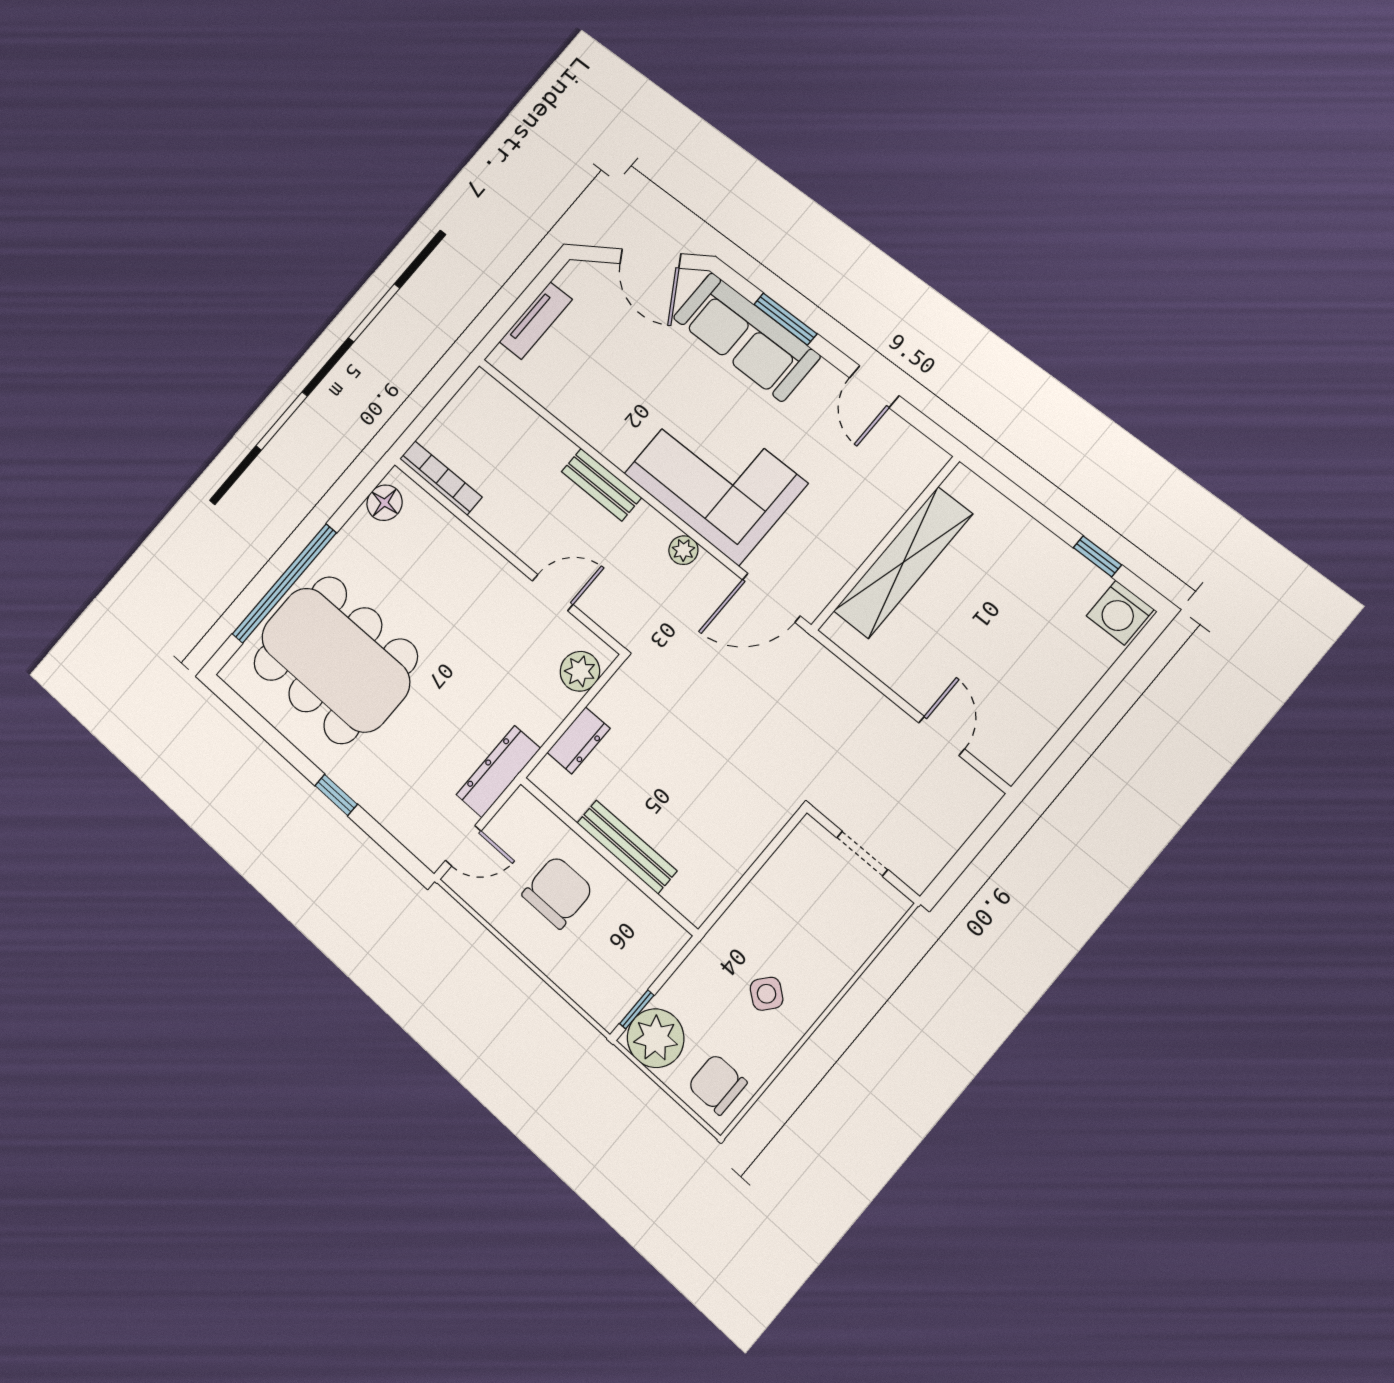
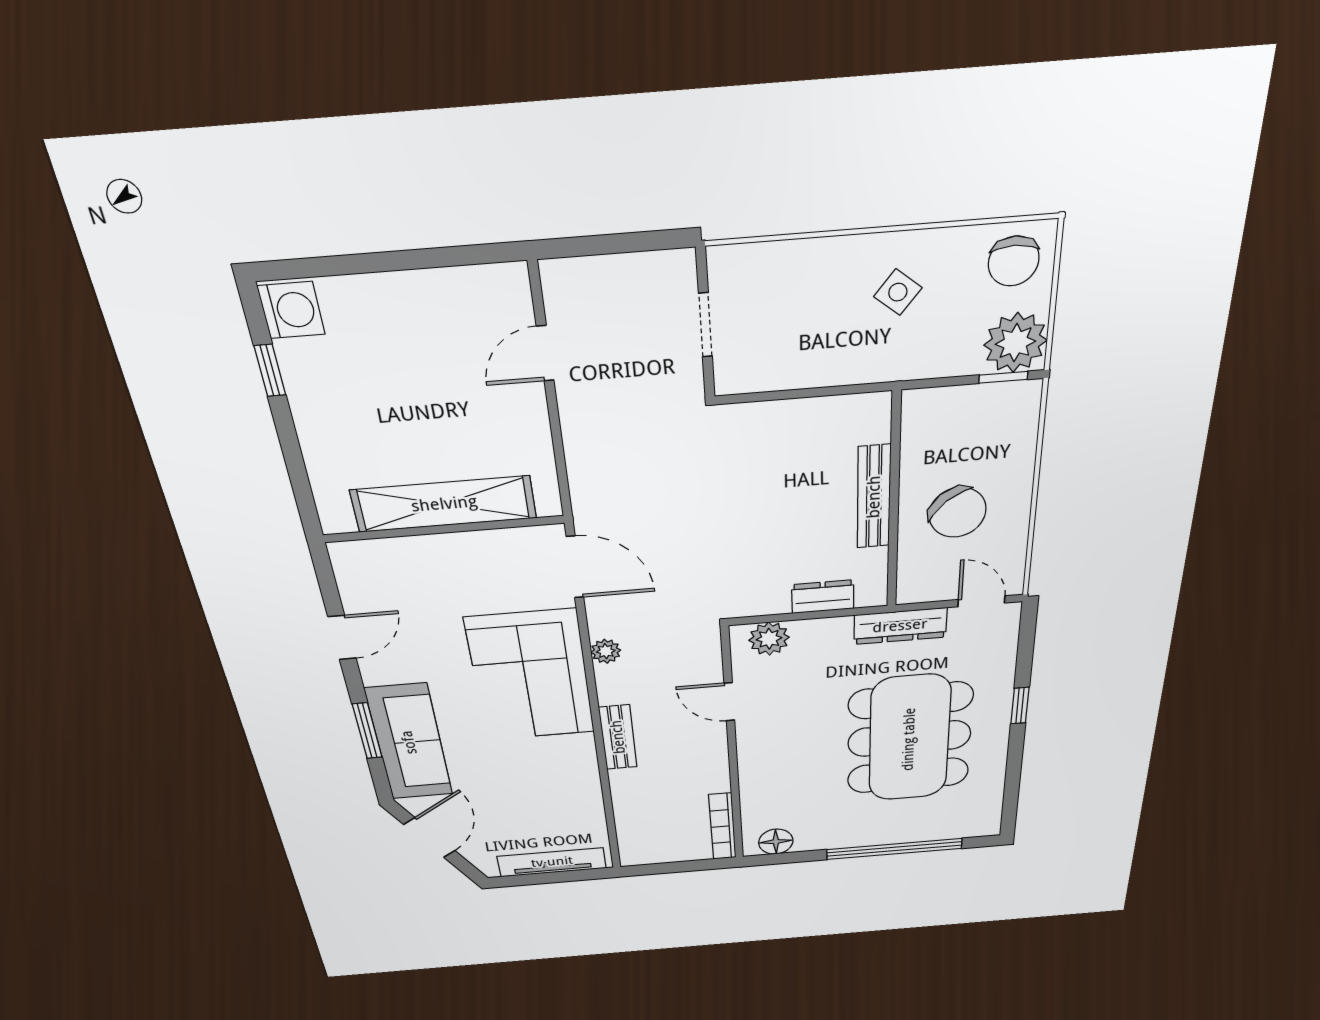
tv unit: (536, 321) -> (552, 862), width x1.41
dining table: (335, 660) -> (909, 739), moved
chair: (558, 892) -> (957, 512), turned -130

